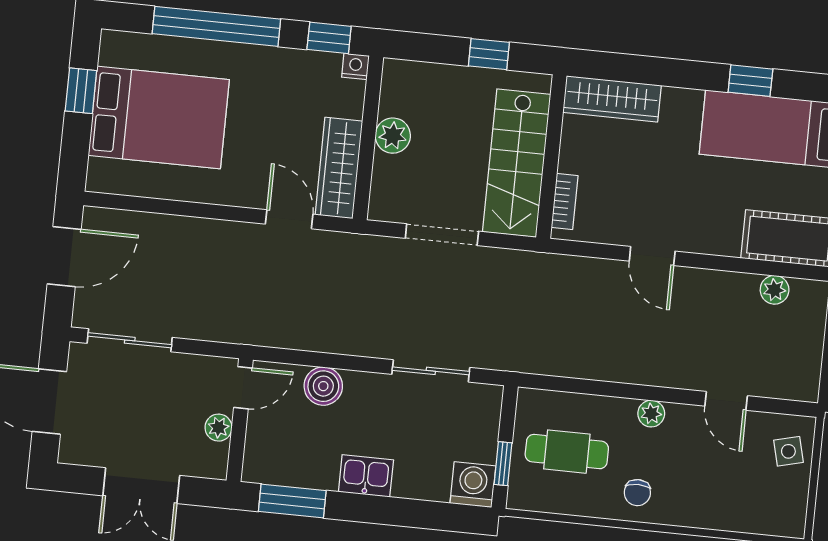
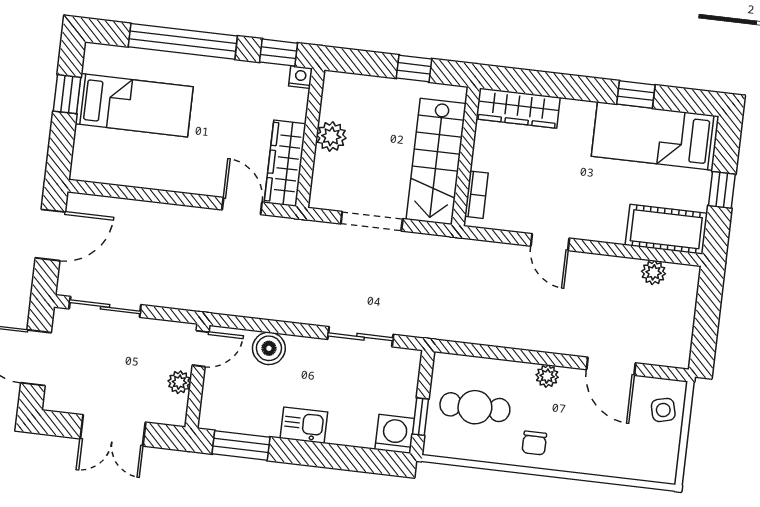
bed: (159, 117) -> (134, 105), width x0.67
door: (726, 401) -> (611, 366), width x1.38

